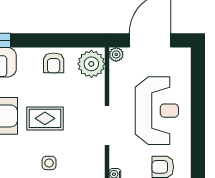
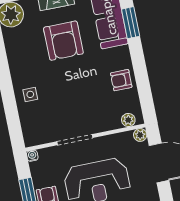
plant: (91, 64) -> (128, 120), width x0.53, depth x0.53
rug: (45, 118) -> (70, 83), removed

